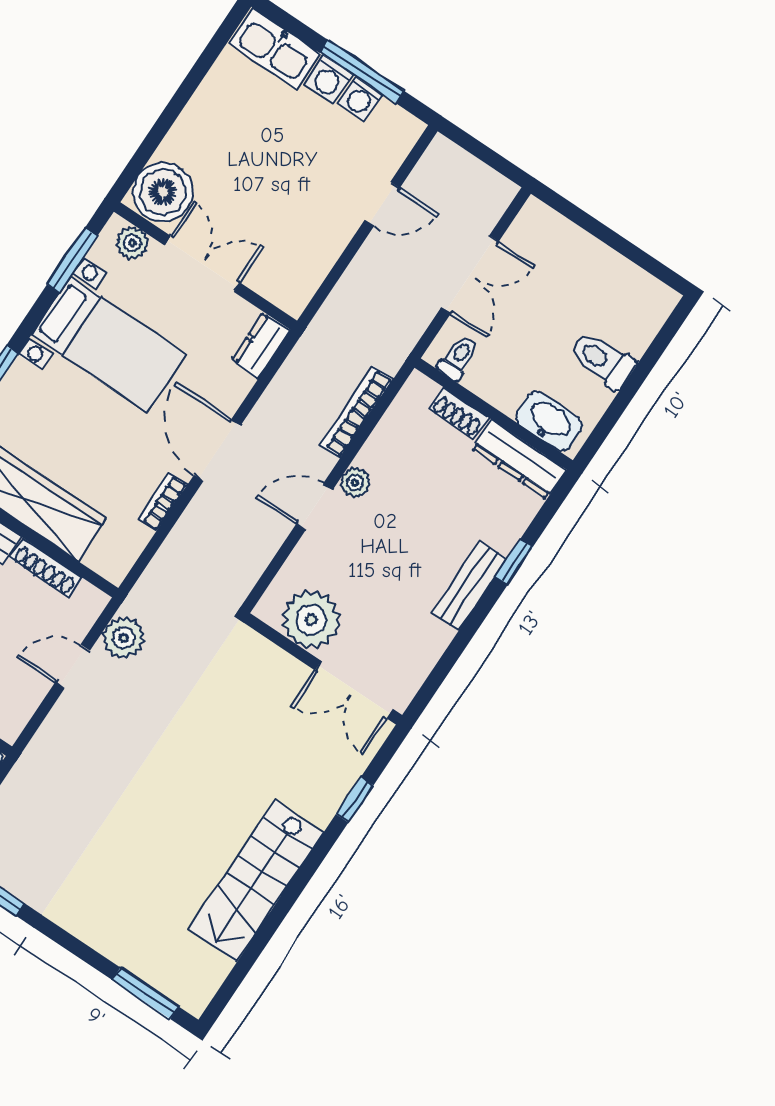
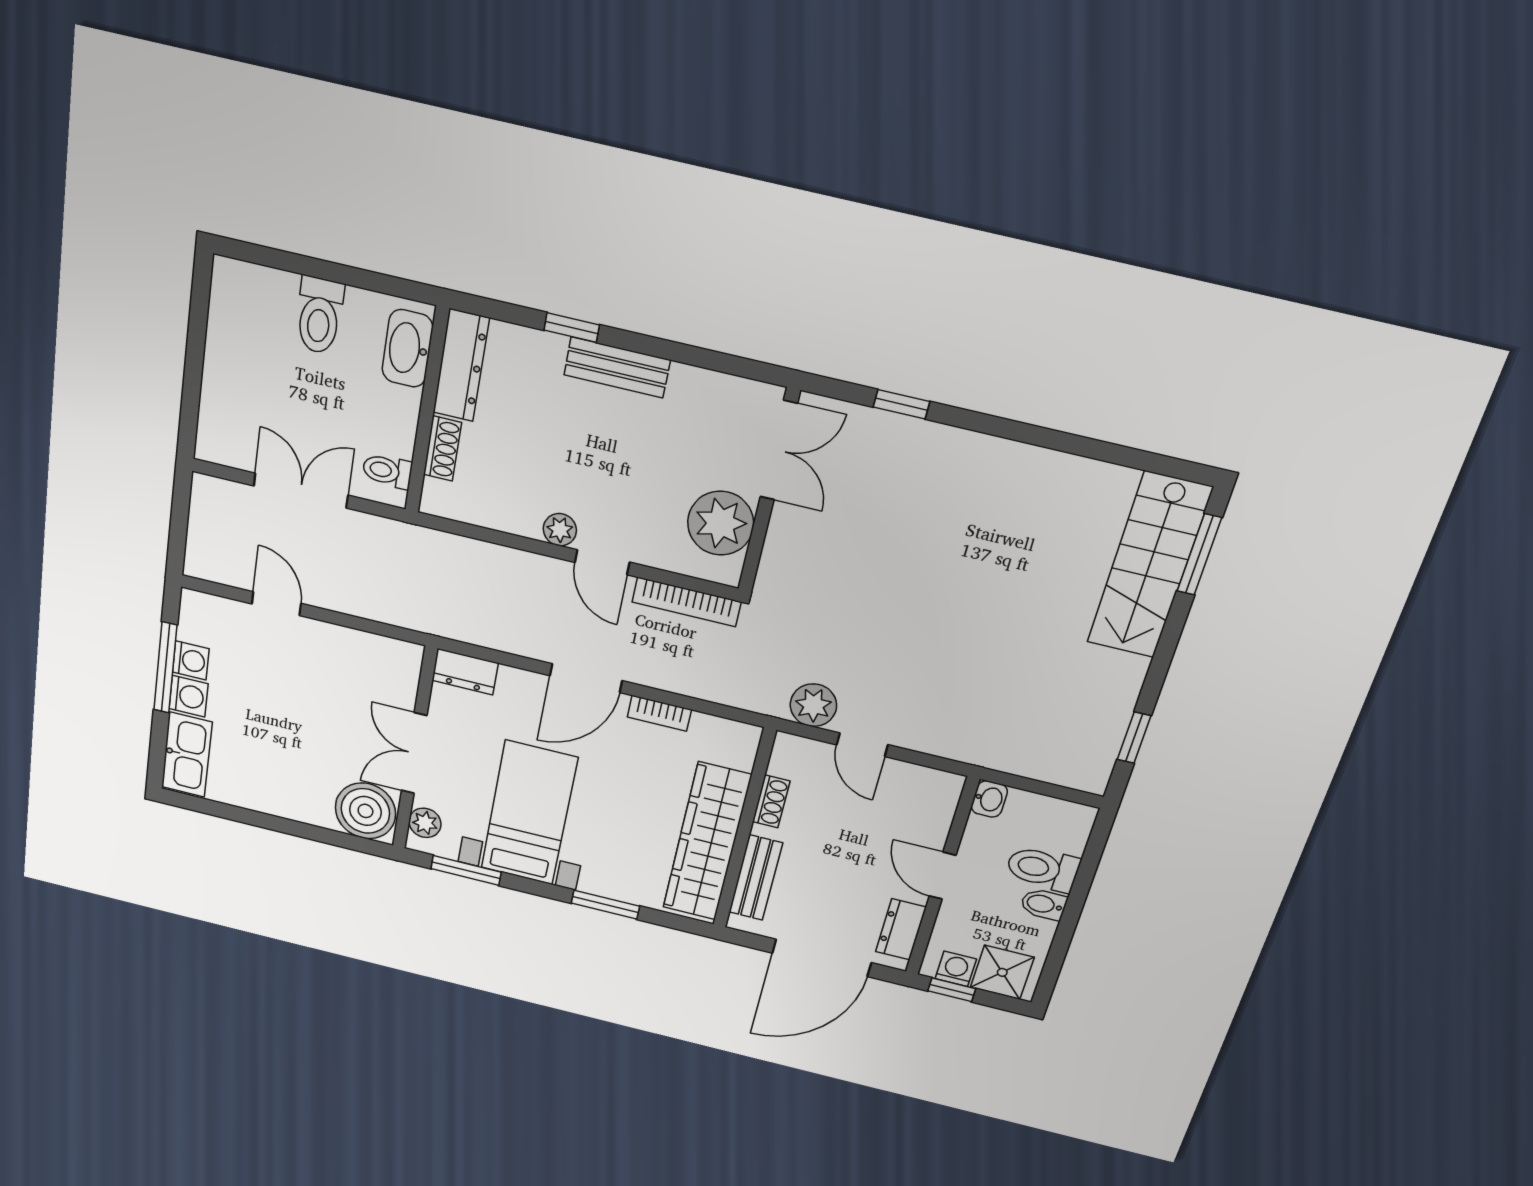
bookcase: (357, 412) -> (687, 602), moved
shoe rack: (46, 568) -> (771, 801), width x0.70
stairs: (256, 881) -> (1149, 566), moved, turned 90

